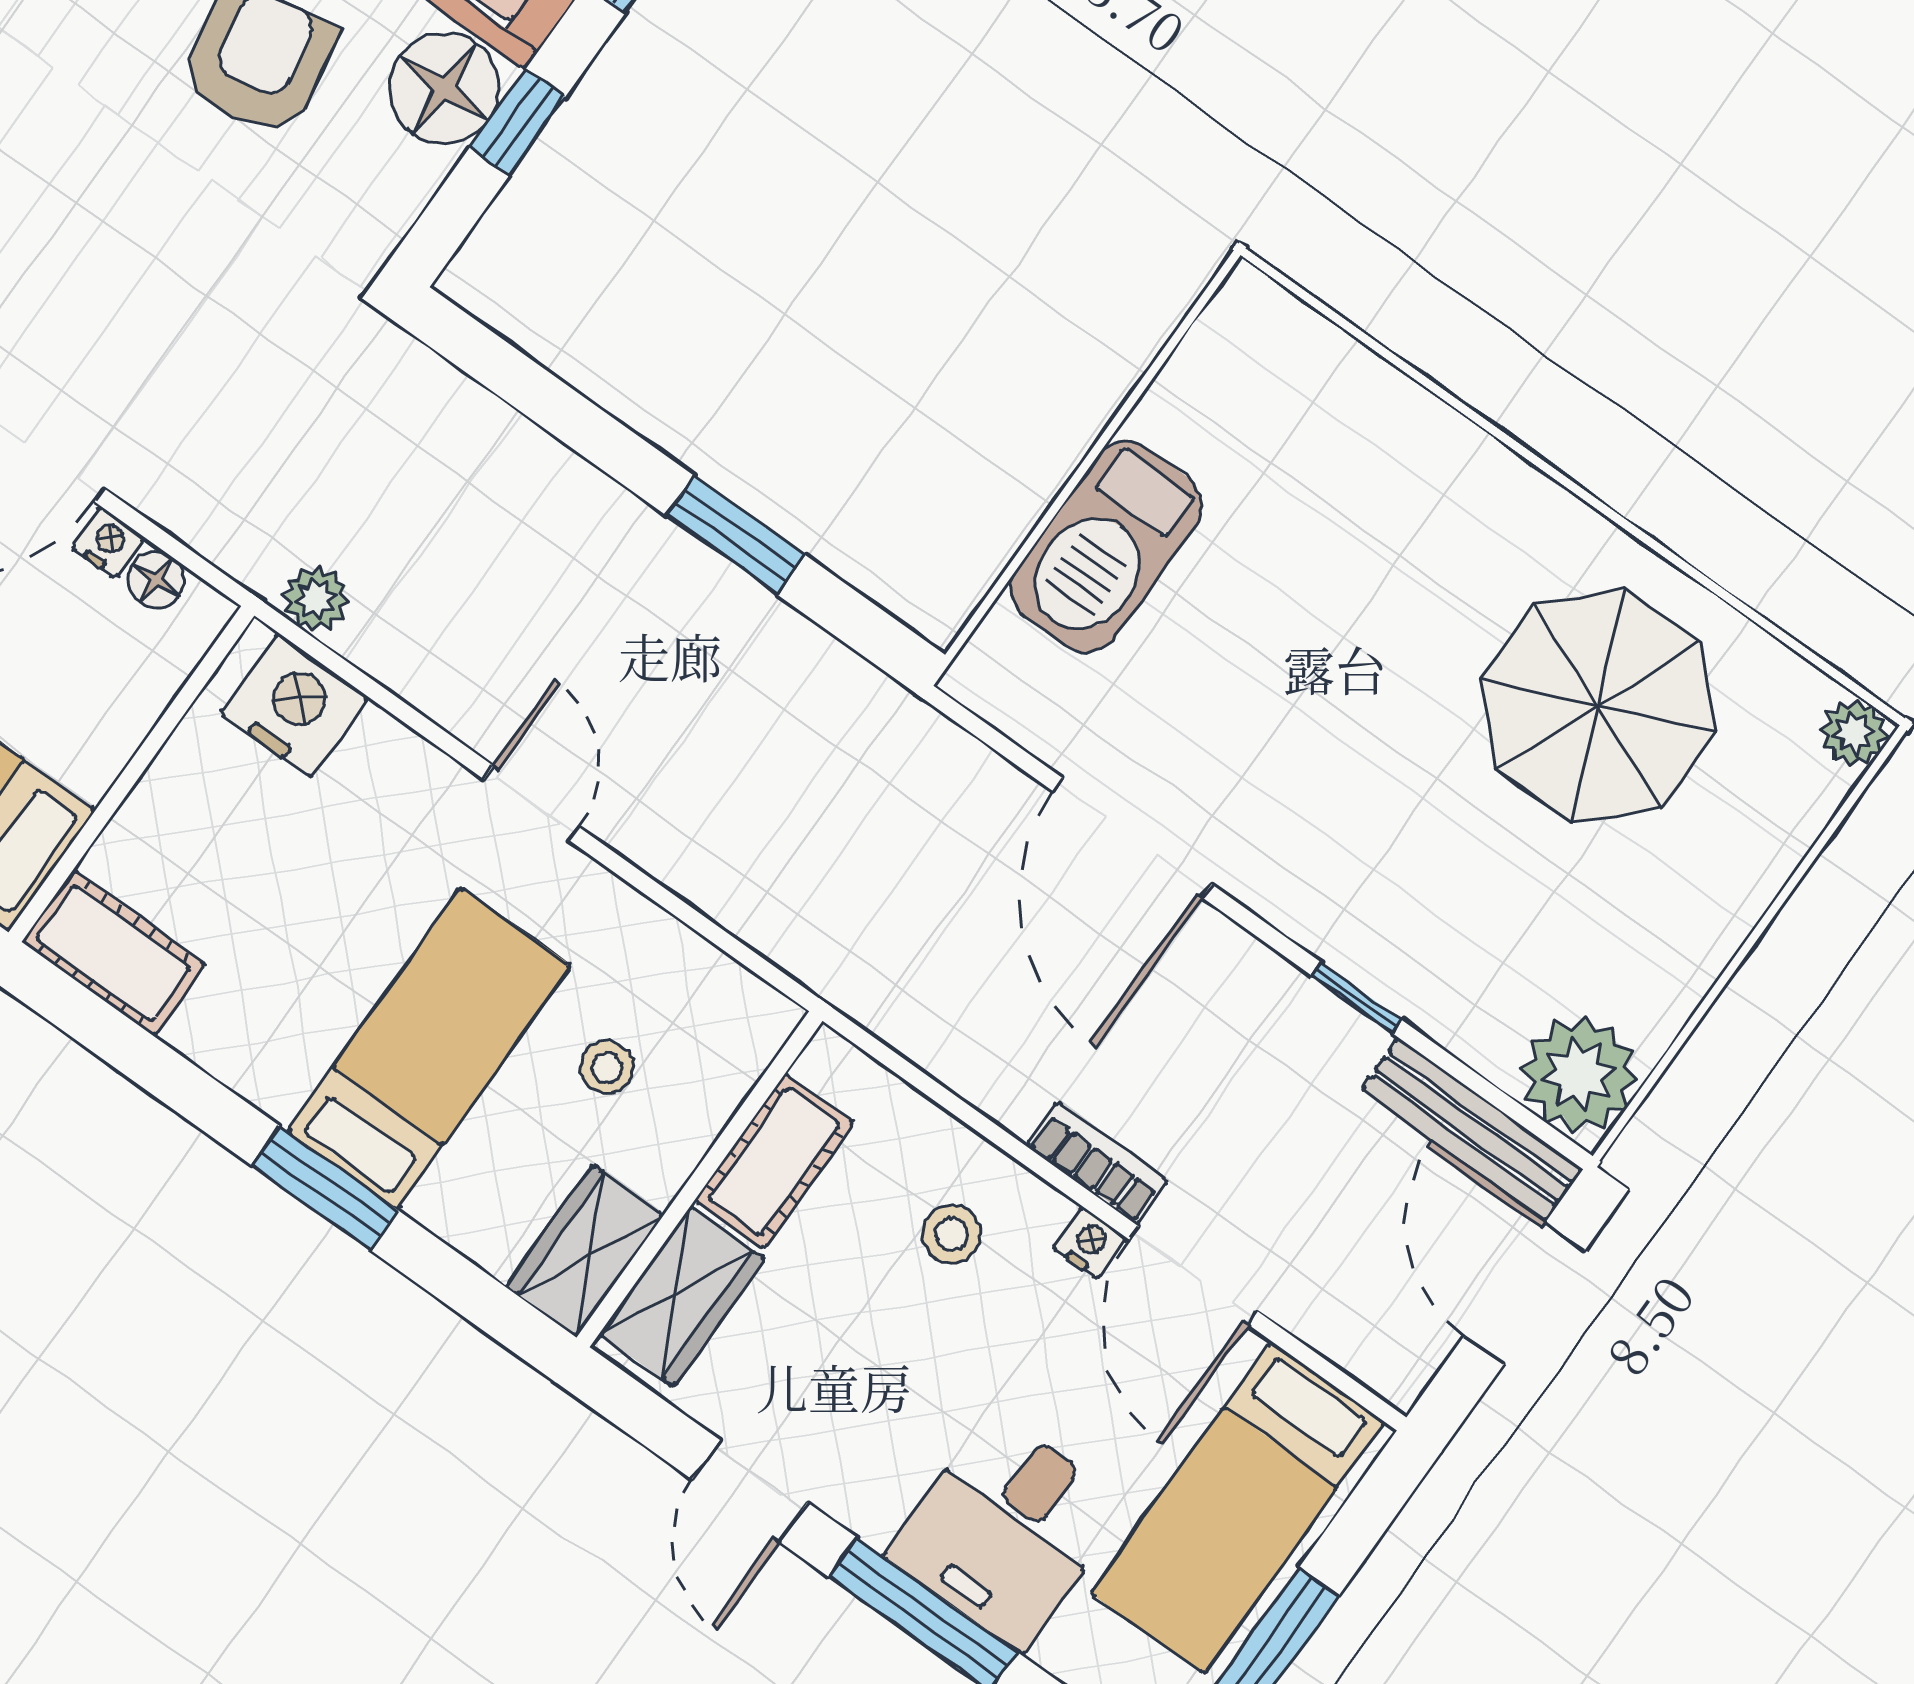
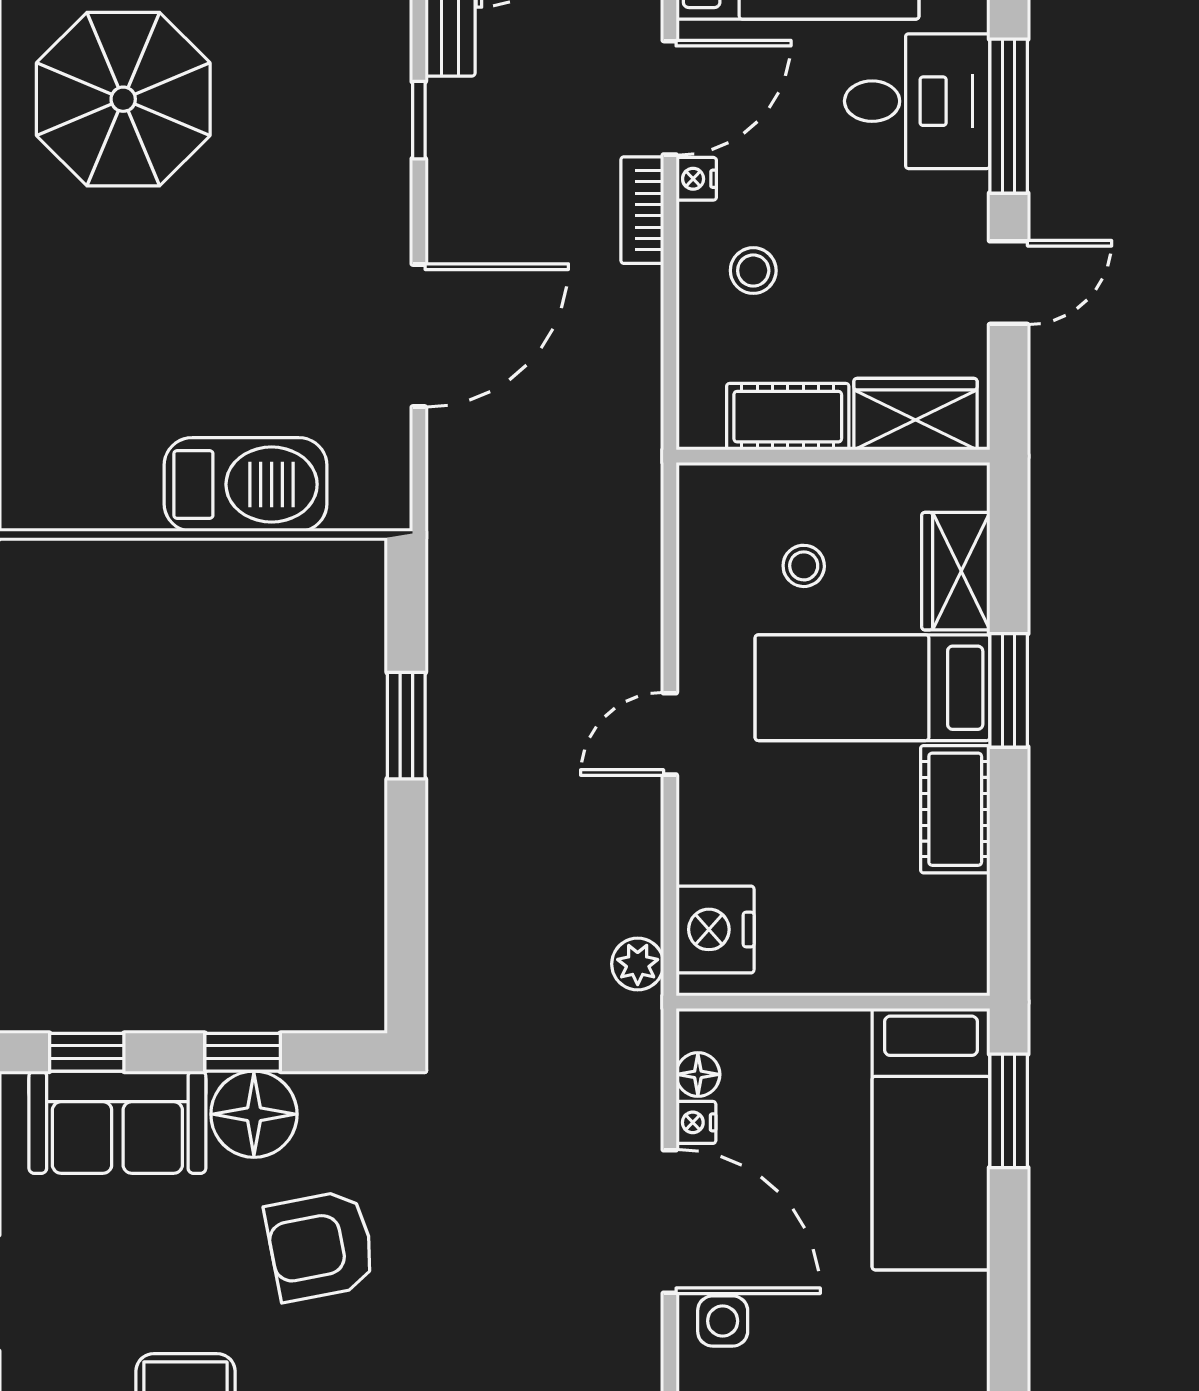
cot: (113, 953) -> (955, 809), moved
wardrobe: (585, 1251) -> (956, 571), moved, turned 90

